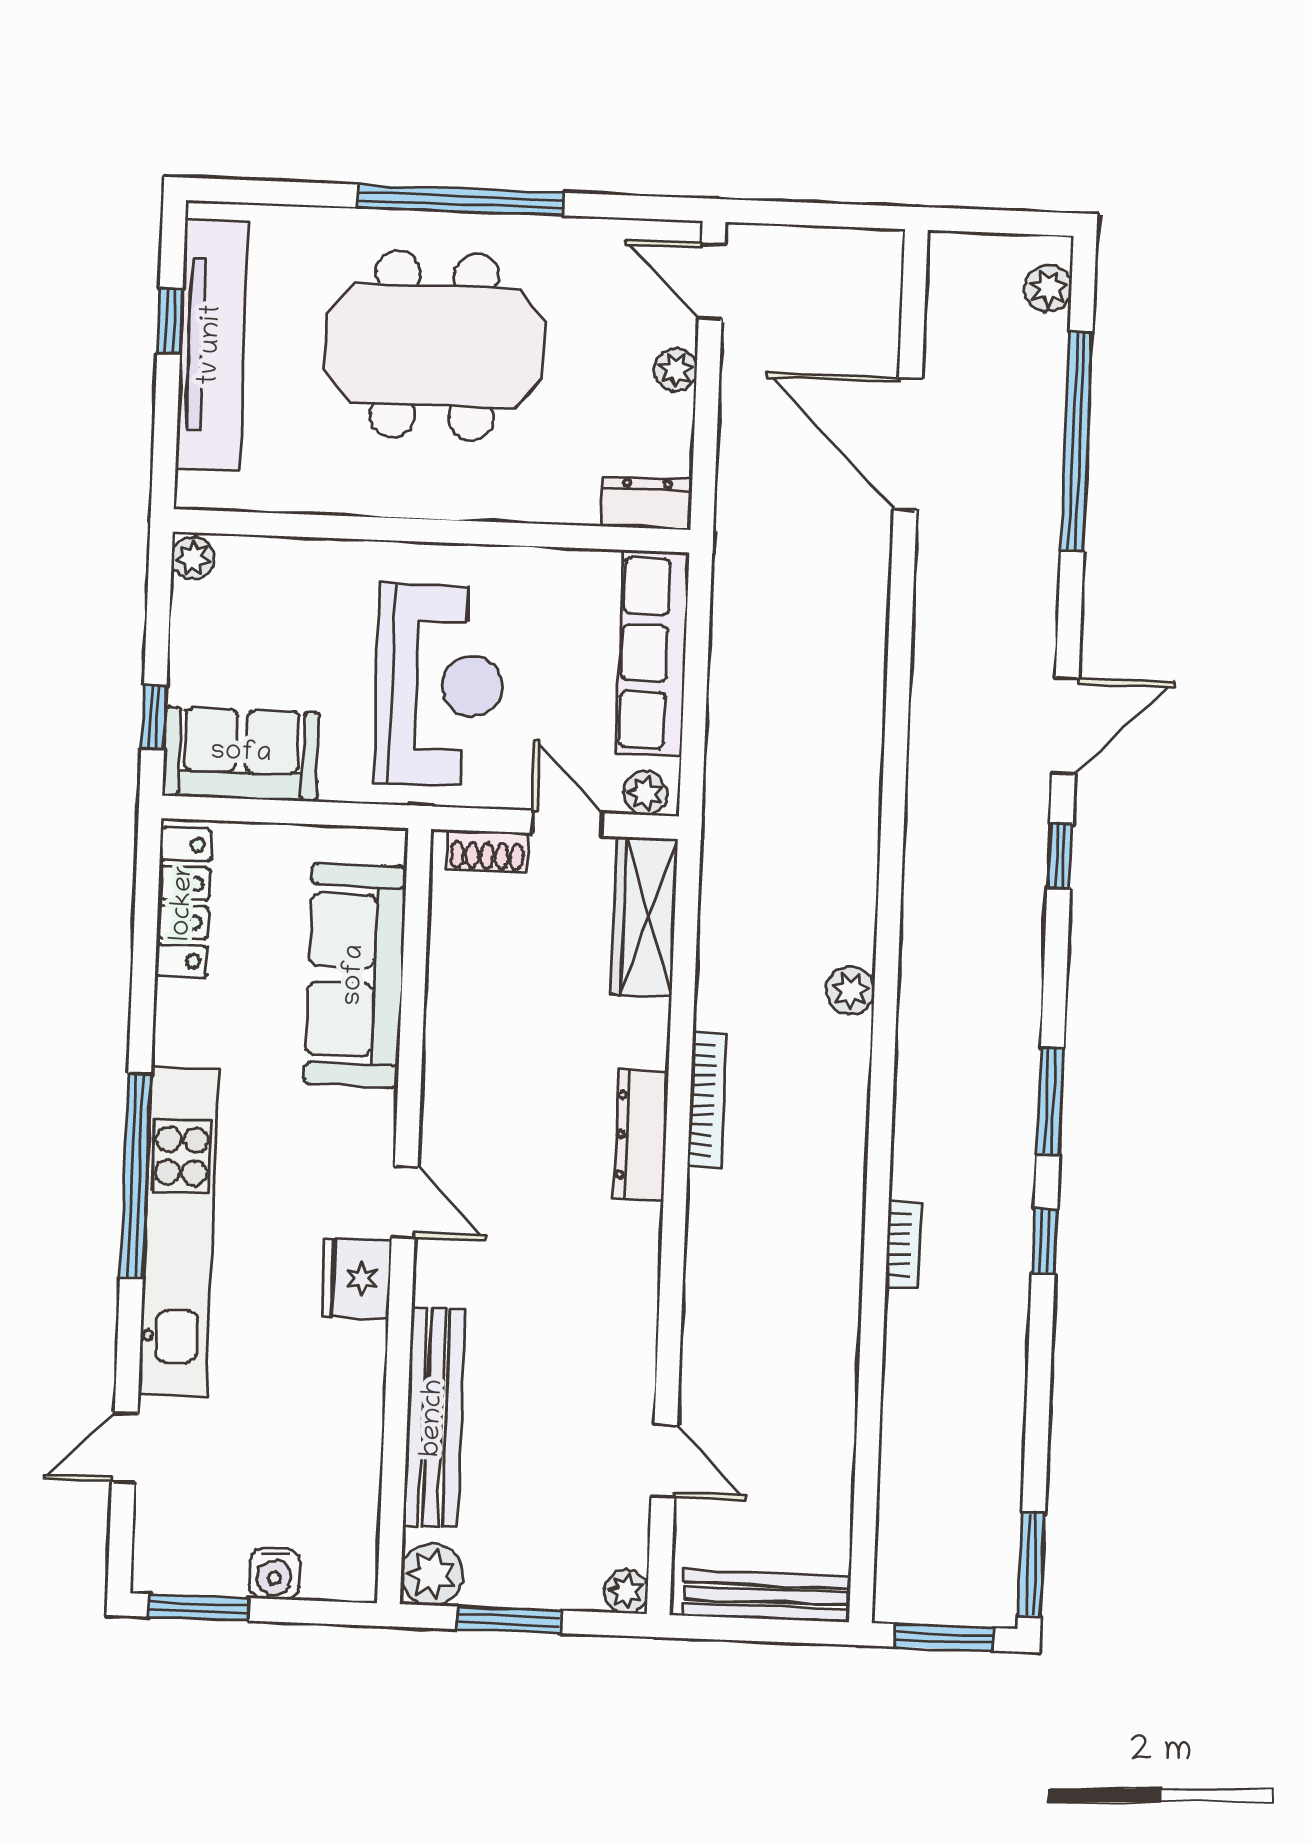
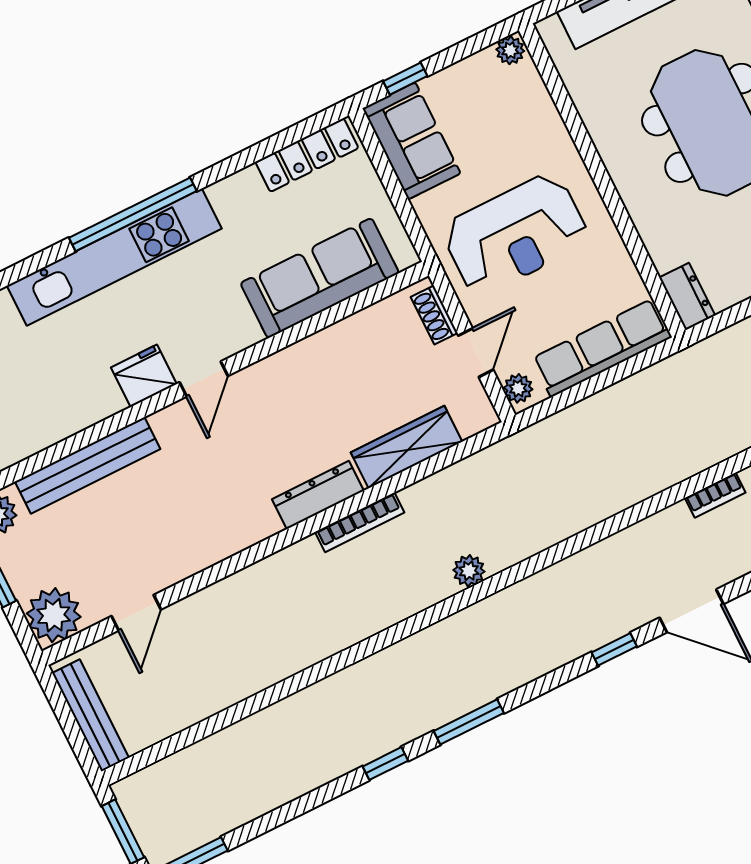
wardrobe: (644, 916) -> (407, 447), moved
bookcase: (904, 1245) -> (715, 495), moved
plant: (626, 1591) -> (54, 615), width x1.88, depth x1.88

